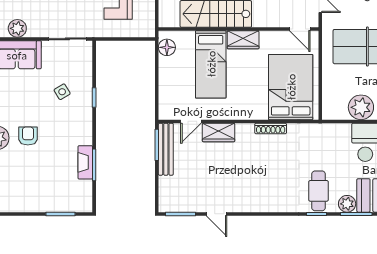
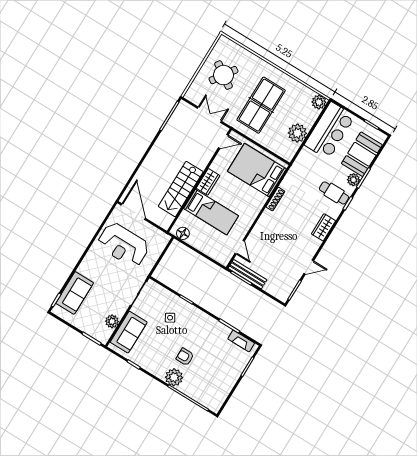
wardrobe: (219, 132) -> (323, 227), moved, turned 180
fireplace: (85, 162) -> (241, 341), moved

